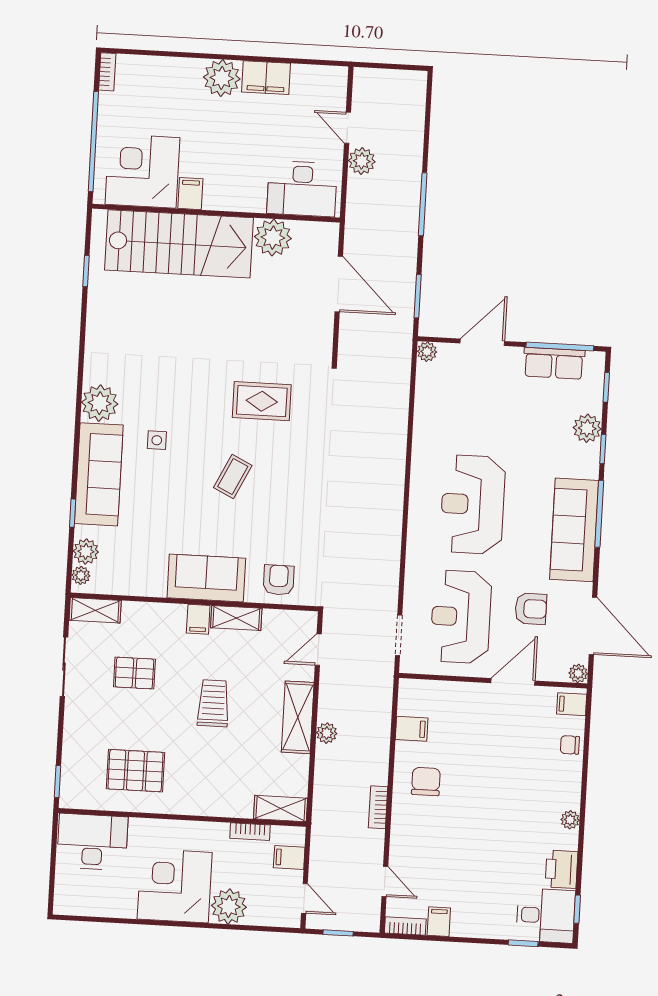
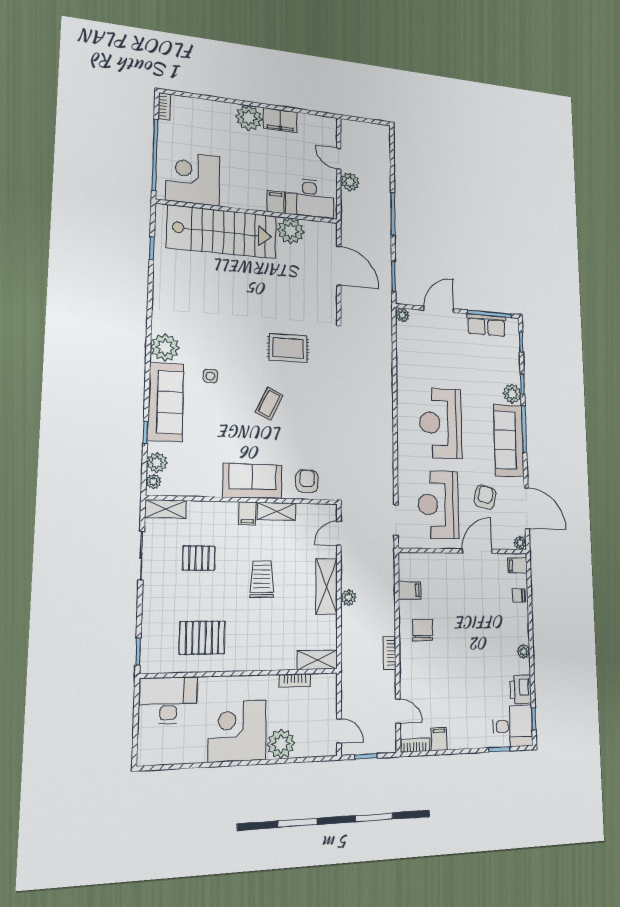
filing cabinet: (190, 194) -> (276, 202), moved
plant: (587, 428) -> (512, 394), moved
armchair: (531, 609) -> (485, 497), turned -78
filing cabinet: (289, 857) -> (326, 699), removed

